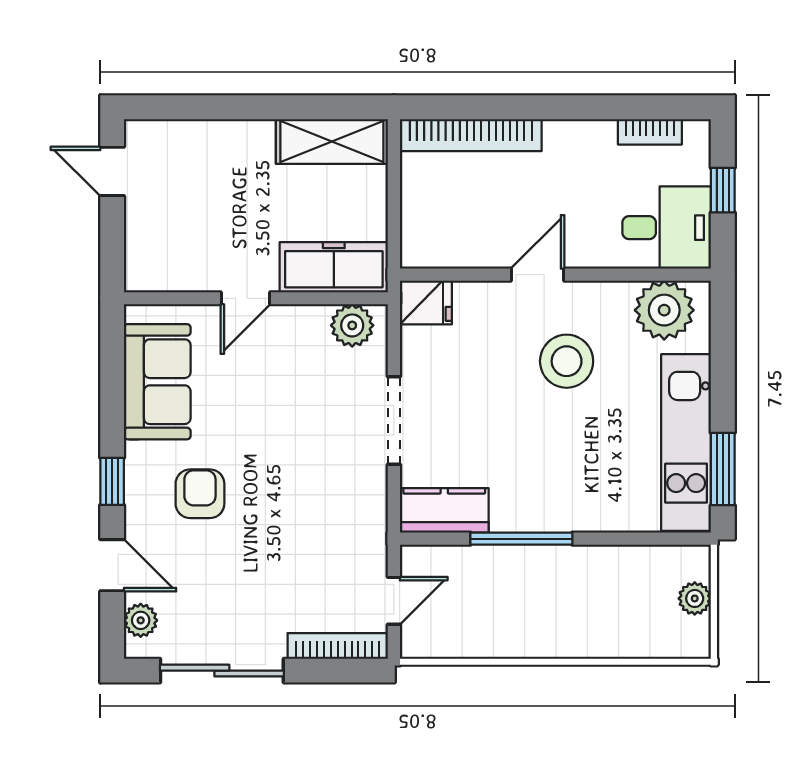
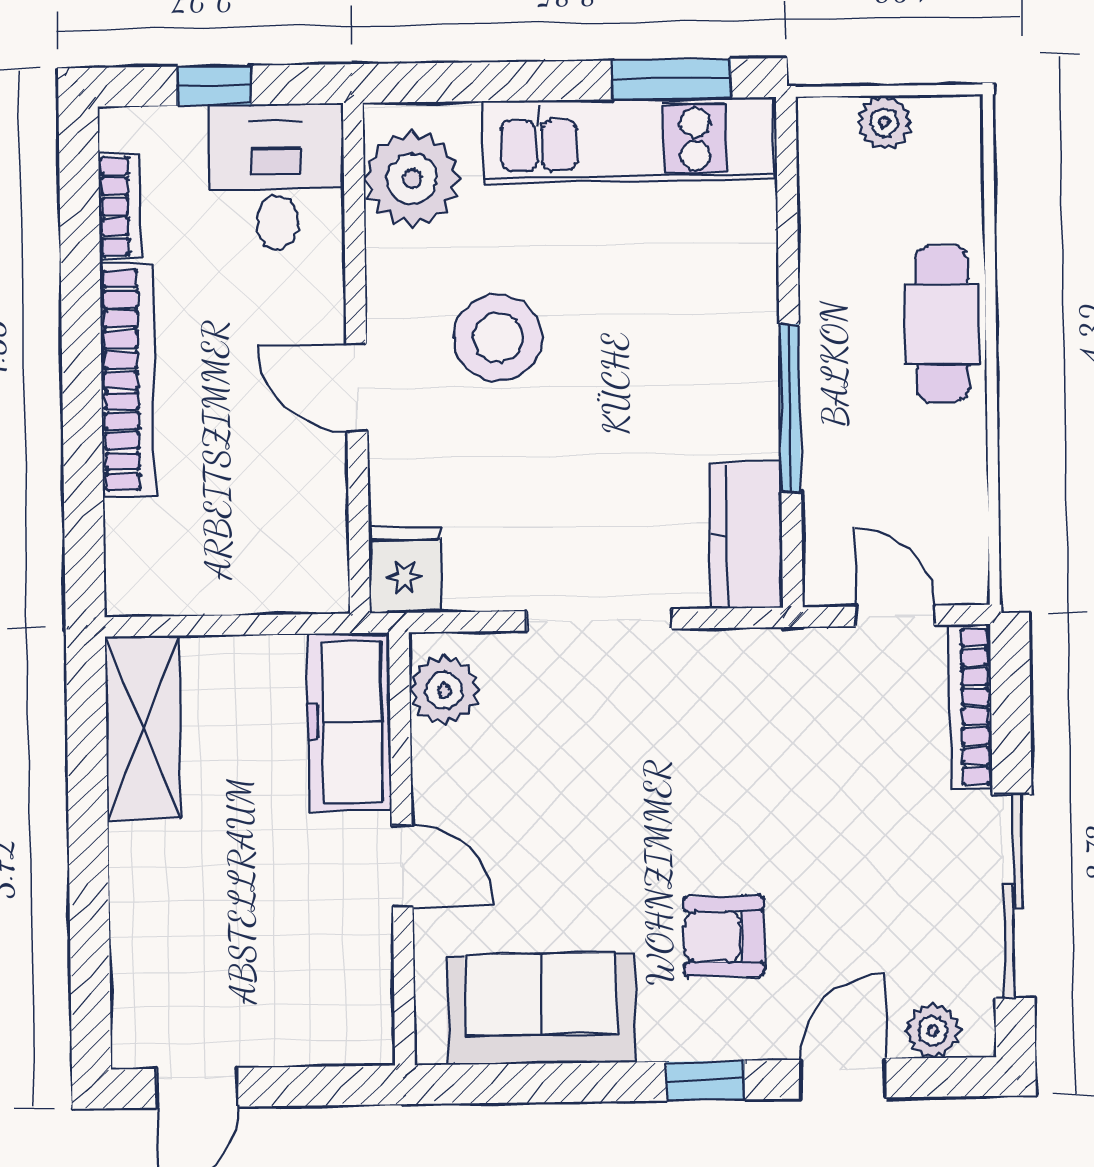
bookcase: (471, 135) -> (128, 380), moved
cafe table: (571, 632) -> (942, 324), added

